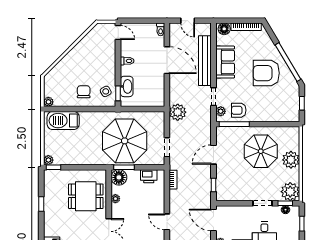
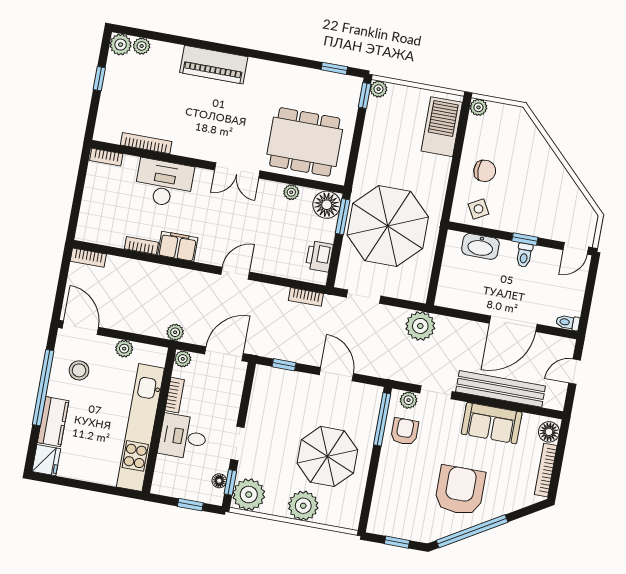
window: (118, 93) -> (525, 239), moved
dining table: (86, 196) -> (305, 142), width x1.38
window: (41, 204) -> (334, 68), moved

